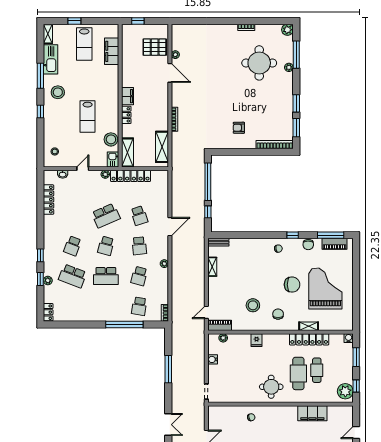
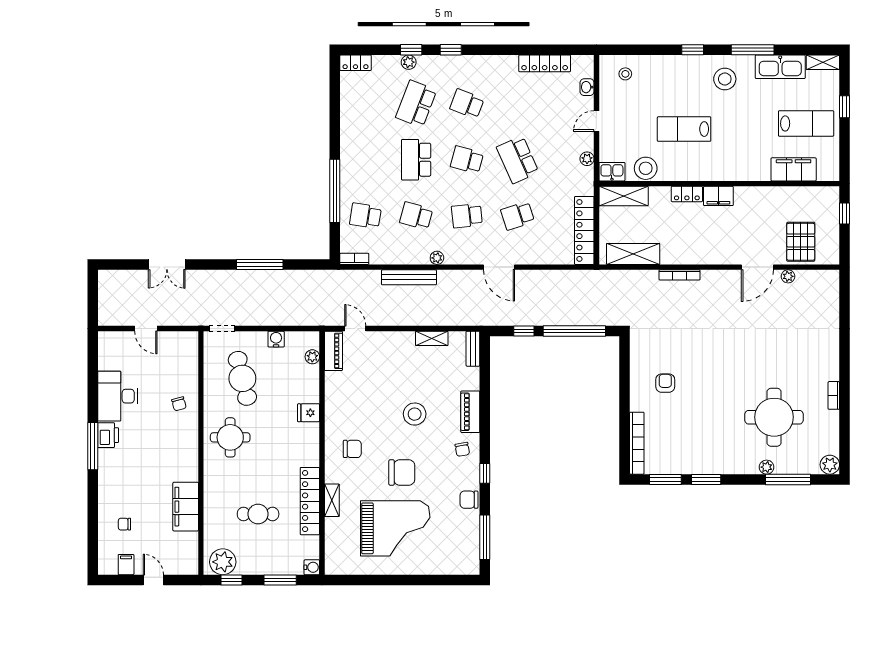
lab bench: (84, 44) -> (806, 123), turned 180
door: (83, 169) -> (596, 121), swing flipped
locker: (131, 176) -> (584, 230), moved
piano: (335, 244) -> (470, 412), moved
bench: (176, 280) -> (409, 277), added
chair: (292, 285) -> (402, 472), turned -90
stool: (253, 305) -> (415, 414), moved
cafe table: (298, 373) -> (242, 378), moved, turned 76

